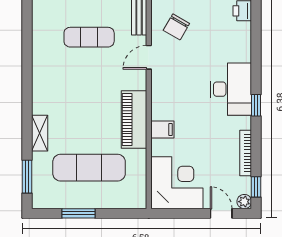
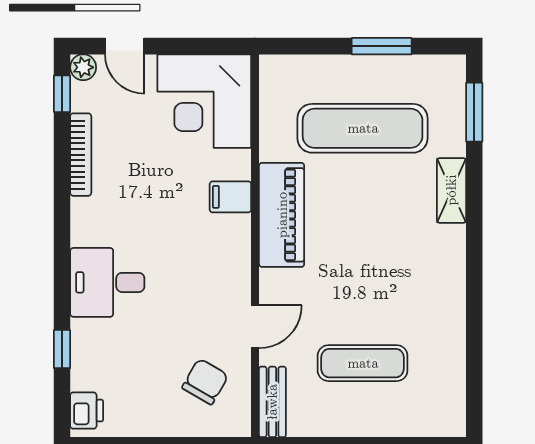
desk: (231, 89) -> (107, 282), width x0.73
window: (256, 105) -> (62, 349), moved

